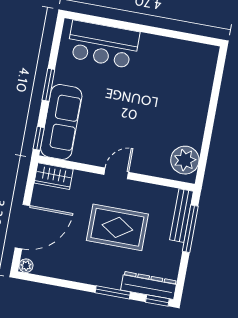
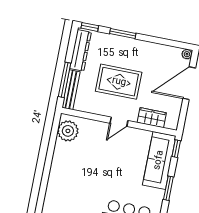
wardrobe: (54, 176) -> (152, 118), moved
dresser: (149, 285) -> (80, 50), moved, turned -90

